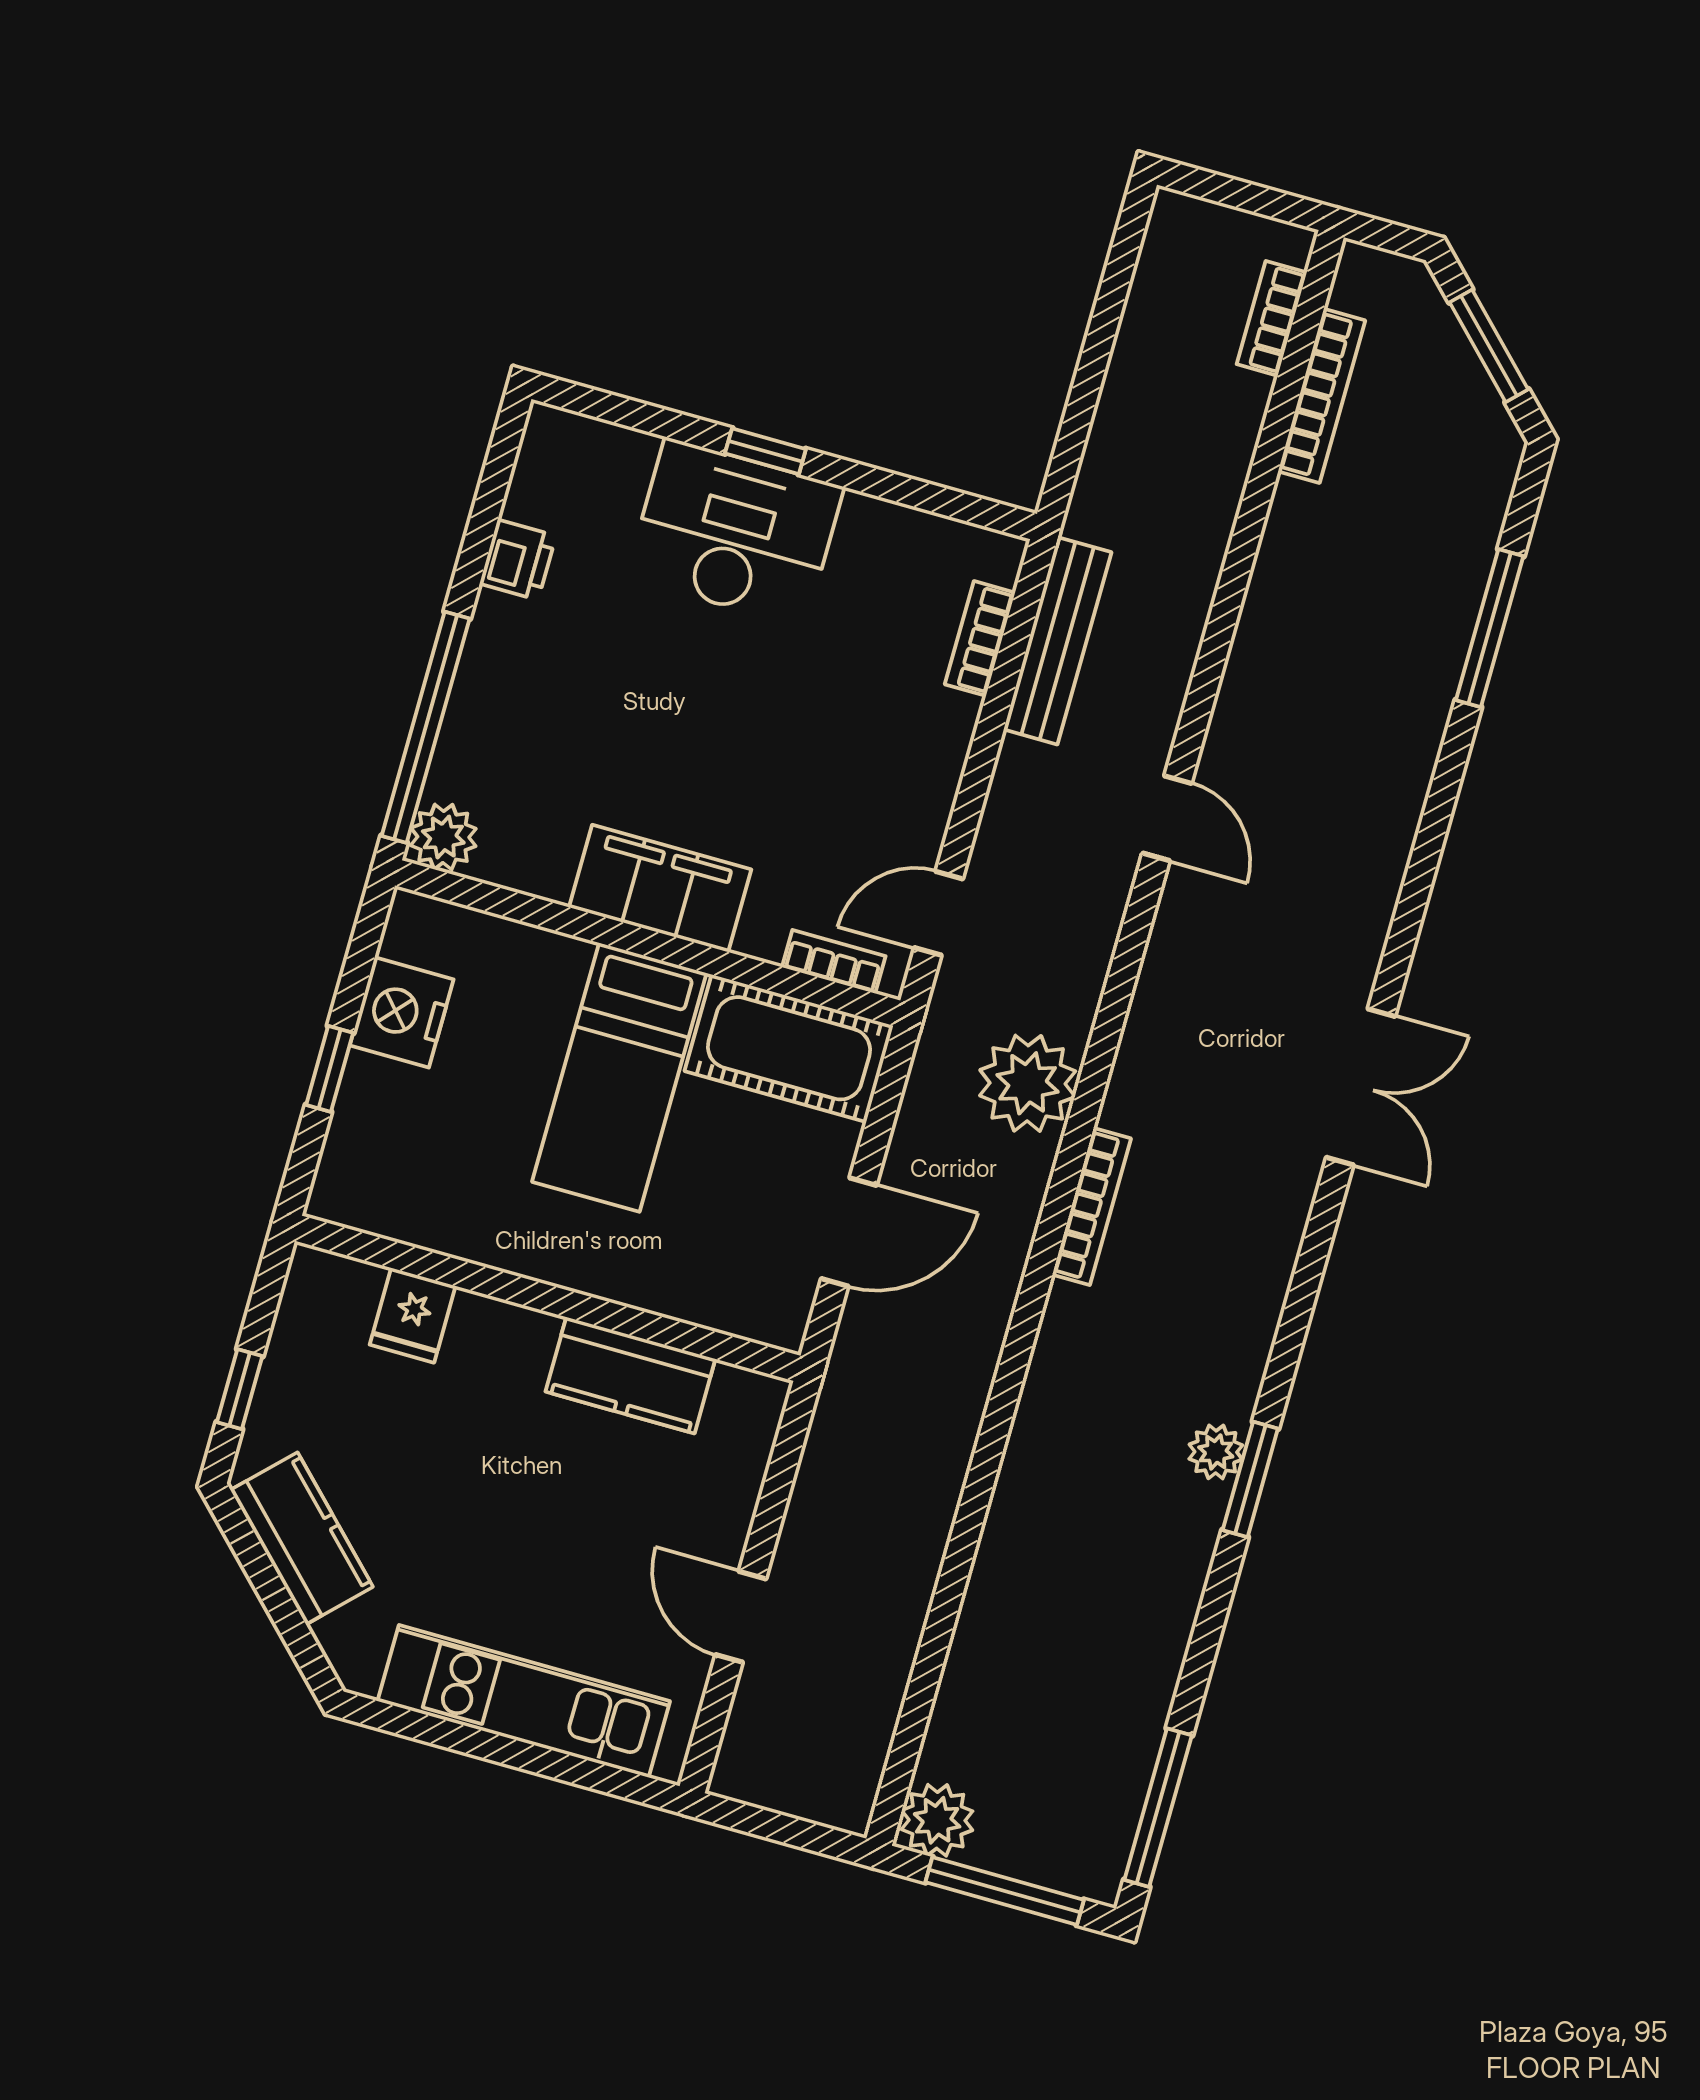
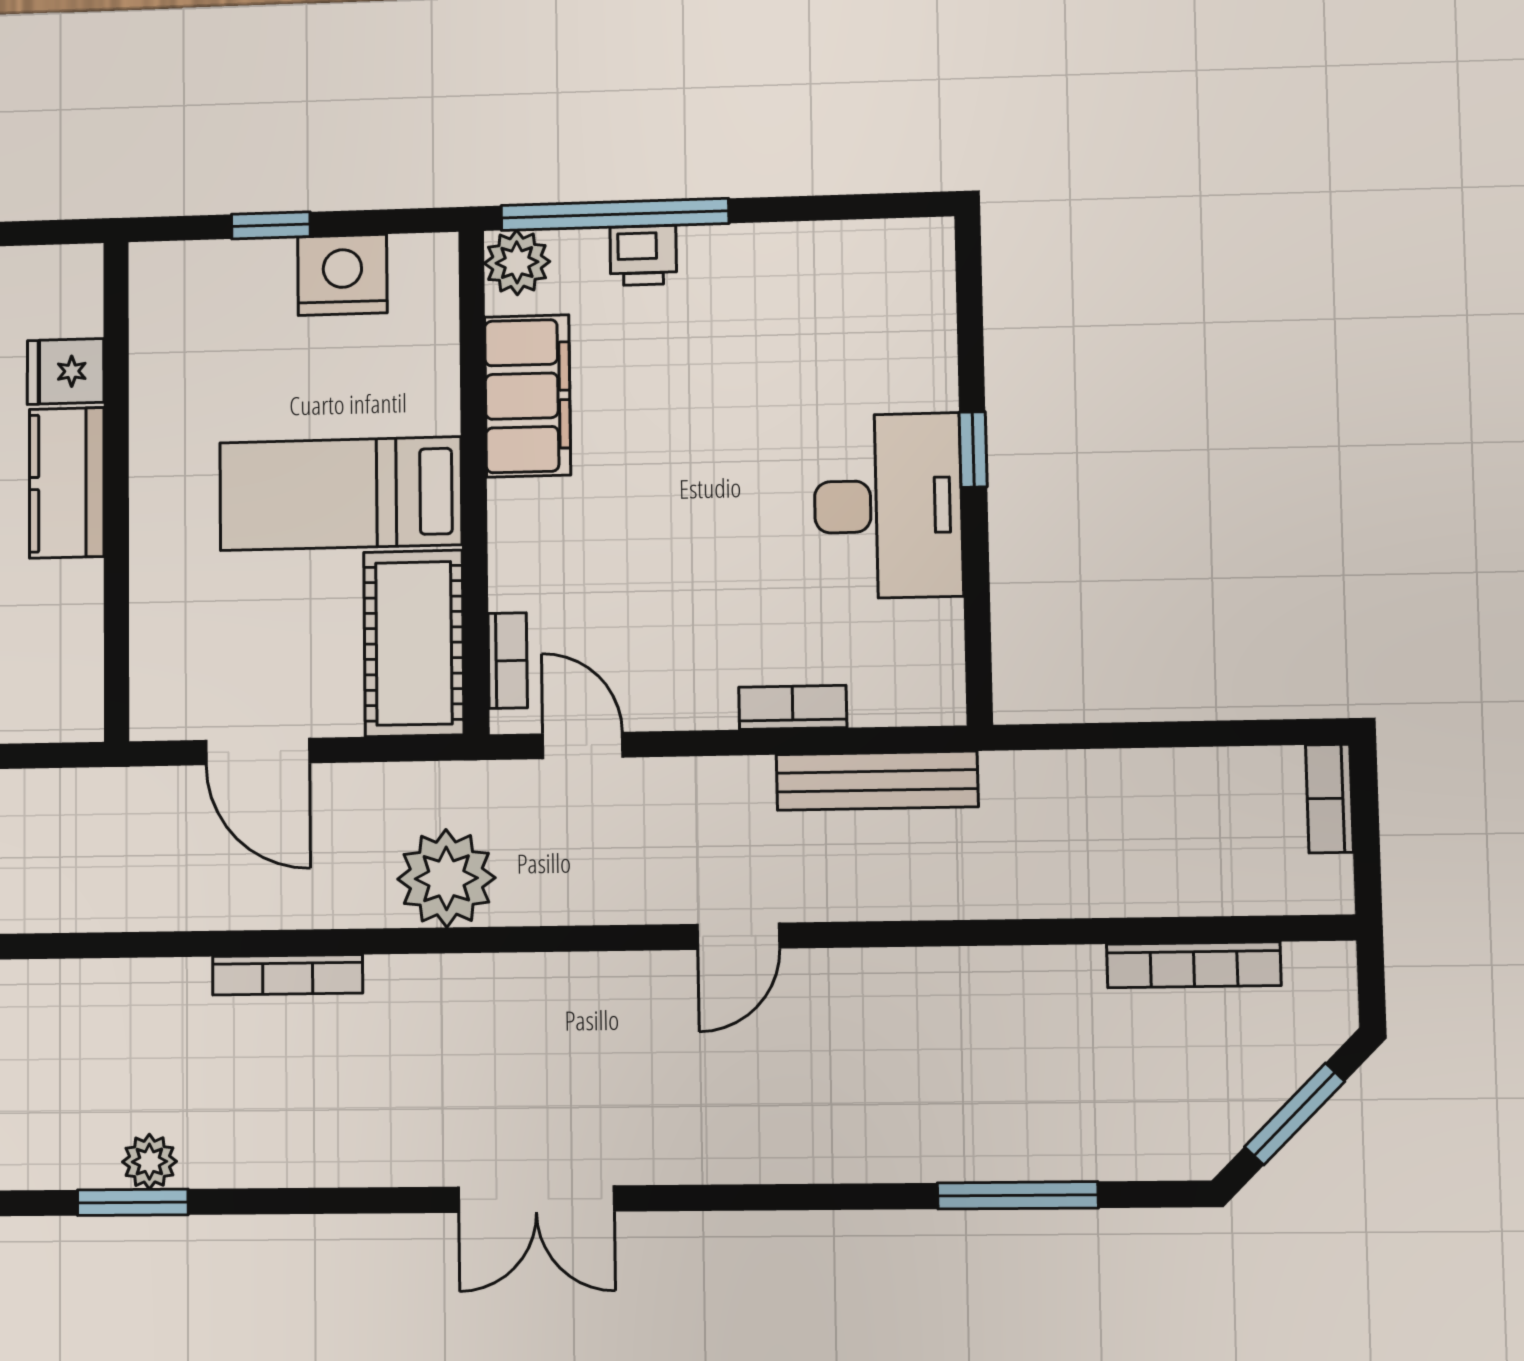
bookcase: (1272, 318) -> (1329, 799), moved, turned -90
desk: (735, 532) -> (888, 506), moved
printer: (518, 560) -> (643, 255), moved
bookcase: (980, 638) -> (793, 707), moved
filing cabinet: (660, 888) -> (528, 396), moved
bookcase: (1092, 1207) -> (288, 975), moved
kitchen counter: (630, 1375) -> (67, 483), moved

